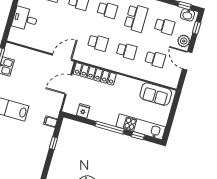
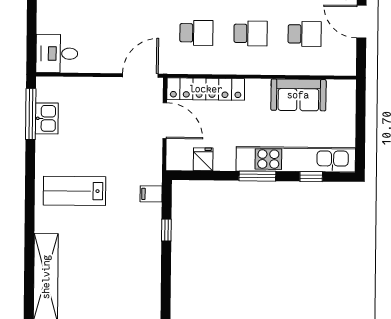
desk: (25, 19) -> (57, 54), moved
door: (68, 85) -> (165, 121), swing flipped
sofa: (156, 94) -> (298, 95), moved
kitchen unit: (141, 127) -> (296, 159), width x1.36
window: (110, 128) -> (257, 176), width x0.69

